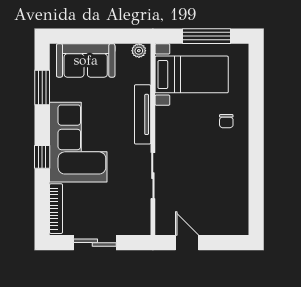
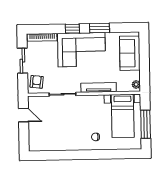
window: (42, 87) -> (99, 28), moved
armchair: (131, 219) -> (37, 82), added
door: (187, 243) -> (23, 115), hinge flipped

